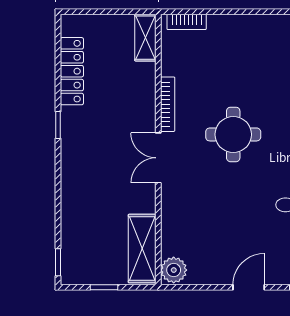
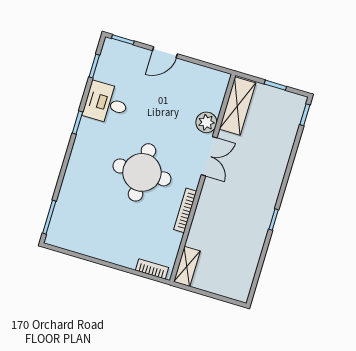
locker: (72, 71) -> (251, 257), removed
round table: (233, 134) -> (142, 172), width x1.36, depth x1.36
double door: (158, 158) -> (209, 156), moved
plant: (174, 270) -> (206, 122), moved

